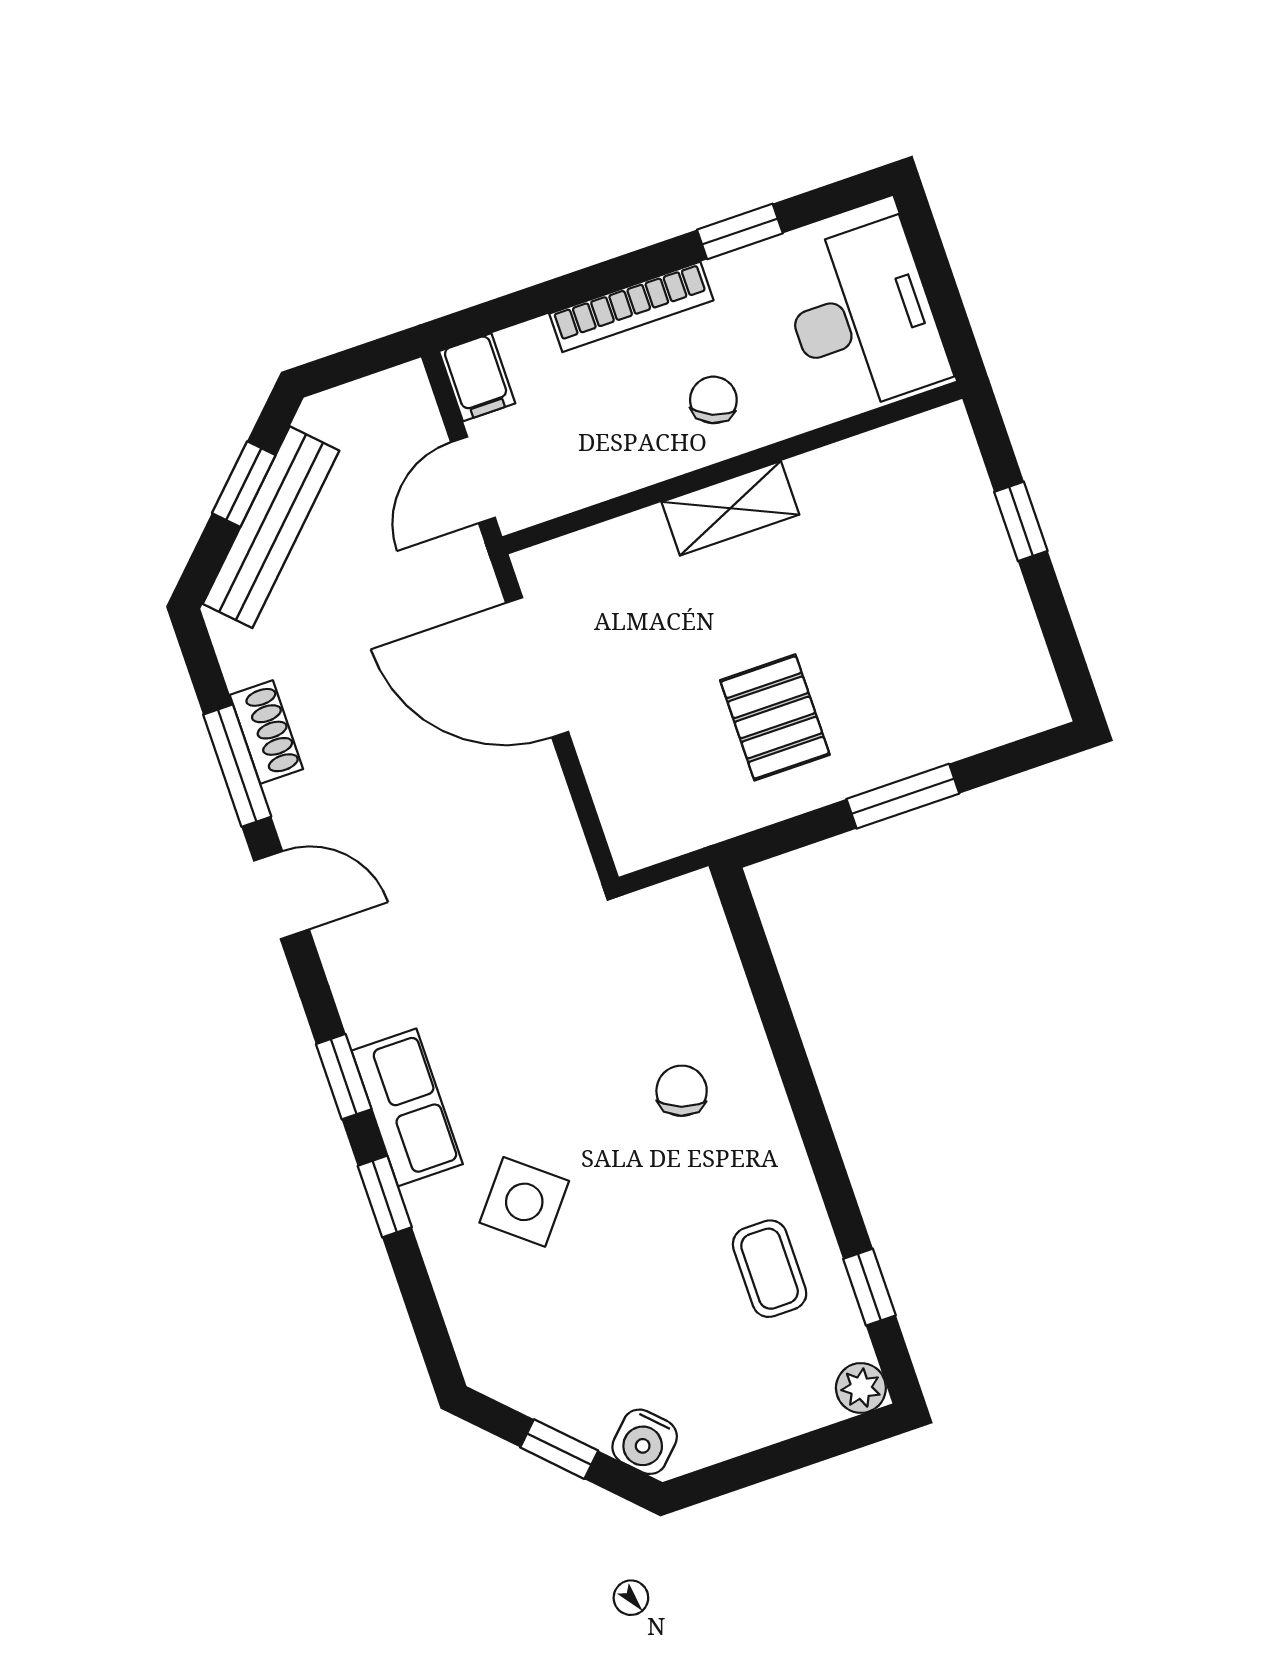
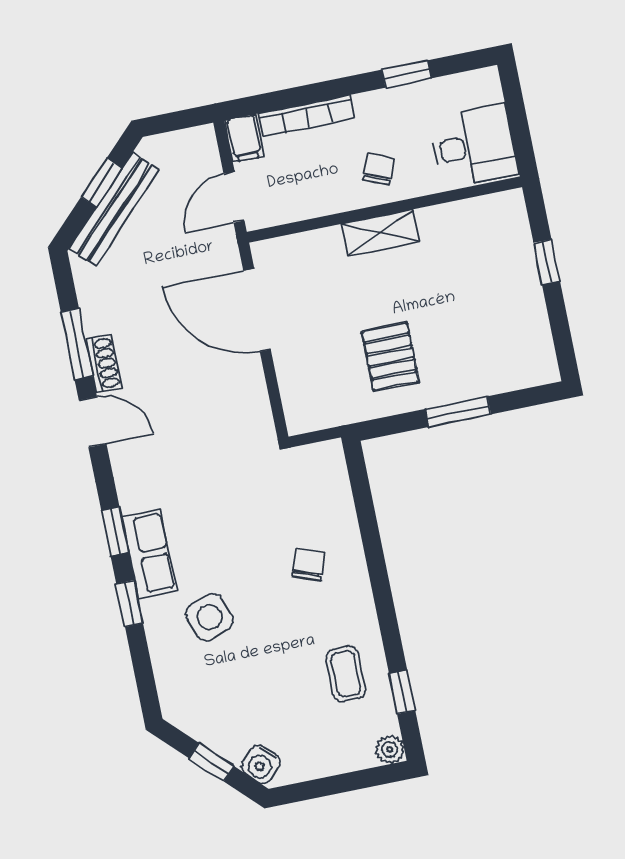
bookcase: (631, 307) -> (306, 116), moved
desk: (863, 317) -> (474, 146), width x0.73
shoe rack: (266, 732) -> (104, 364), moved
side table: (524, 1202) -> (210, 617), turned 30

